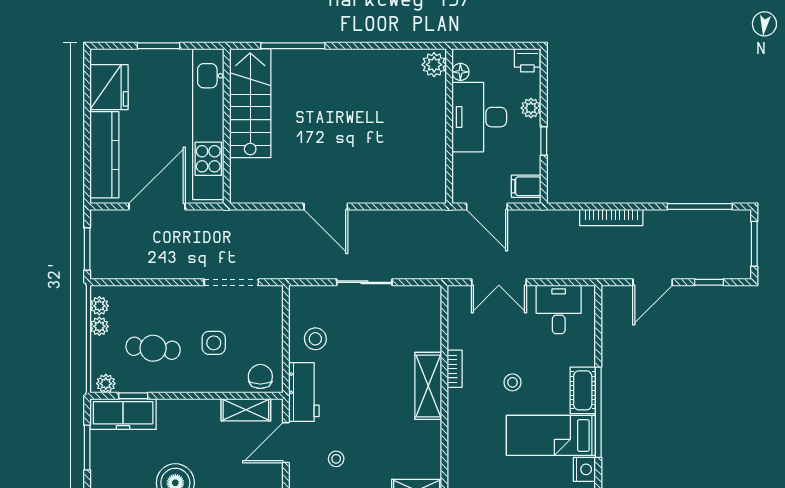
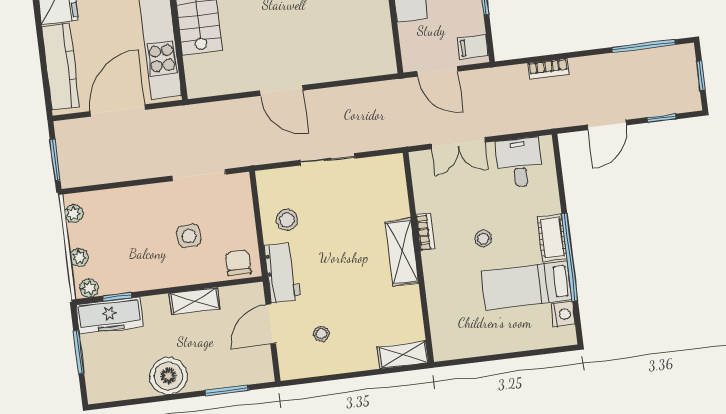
bookcase: (611, 217) -> (548, 68), width x0.64
window: (754, 244) -> (701, 75), width x0.67
plant: (99, 326) -> (79, 257), moved
cafe table: (153, 348) -> (131, 248), removed
shelving: (246, 410) -> (195, 301), moved

